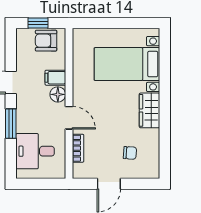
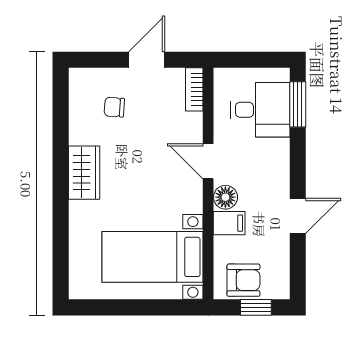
bed with nightstands: (127, 64) -> (153, 257), moved, turned 180
window: (11, 124) -> (298, 104), moved
bookcase: (78, 148) -> (194, 89), moved

